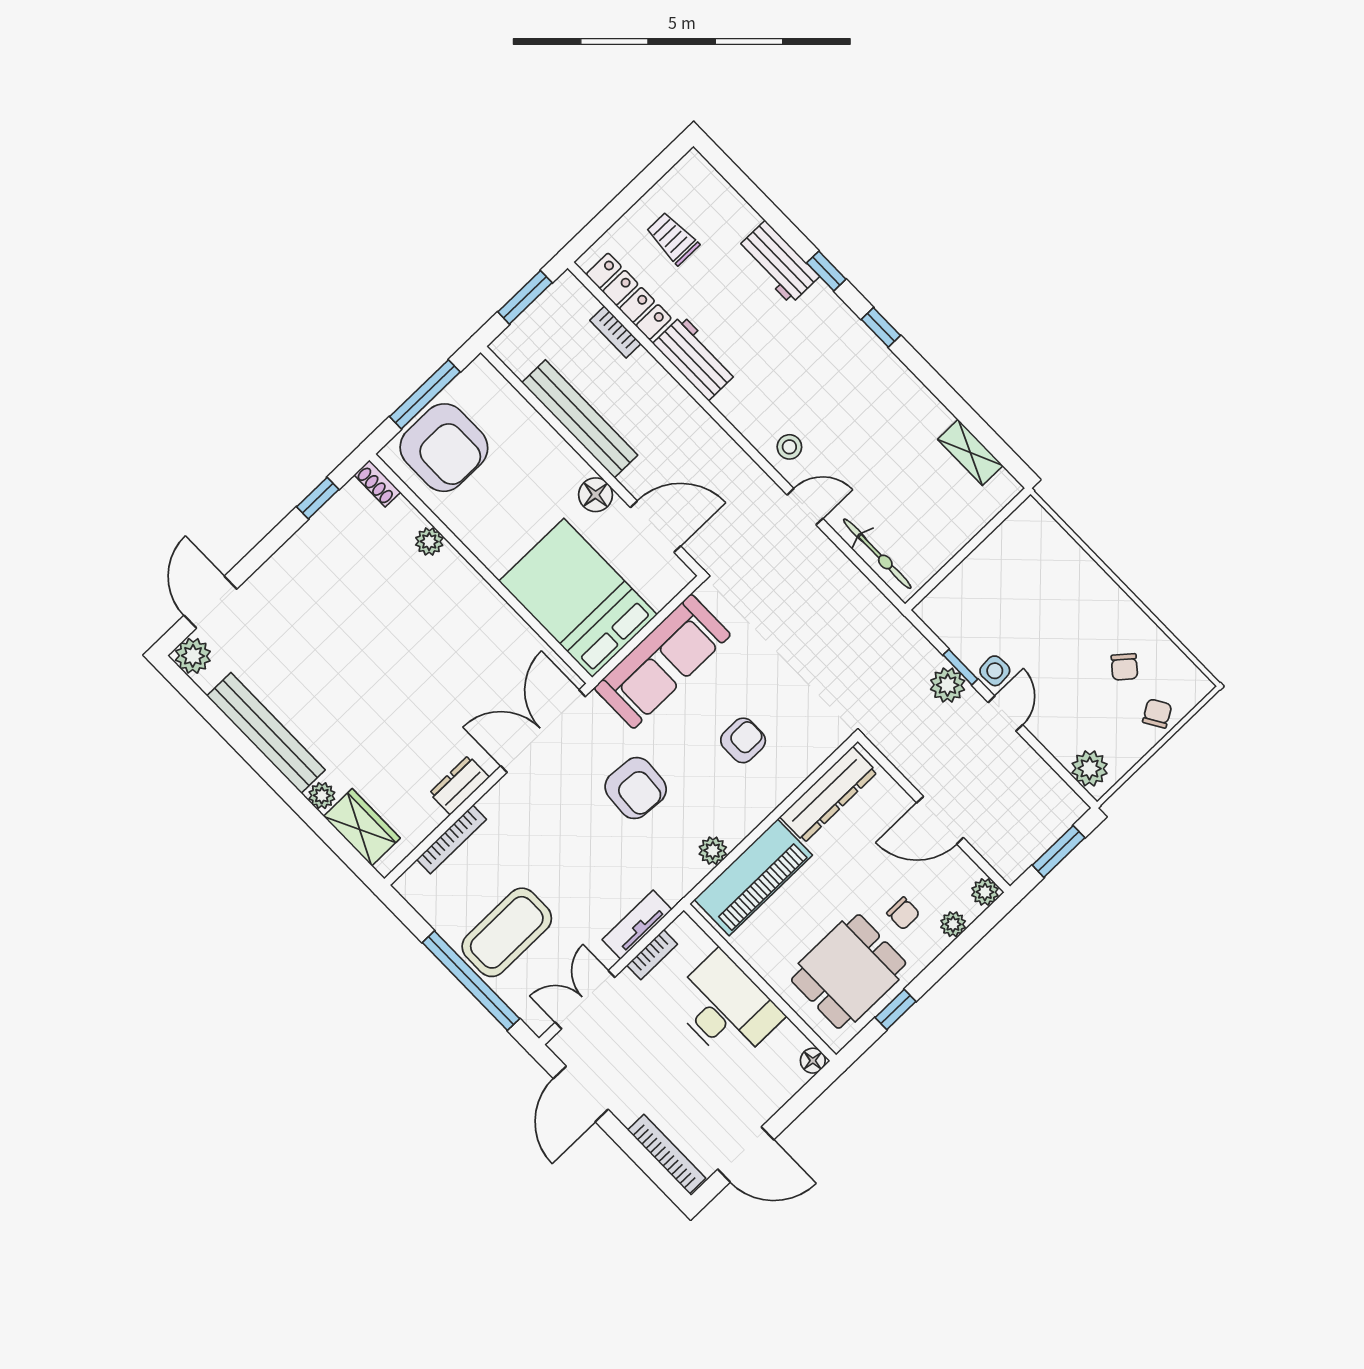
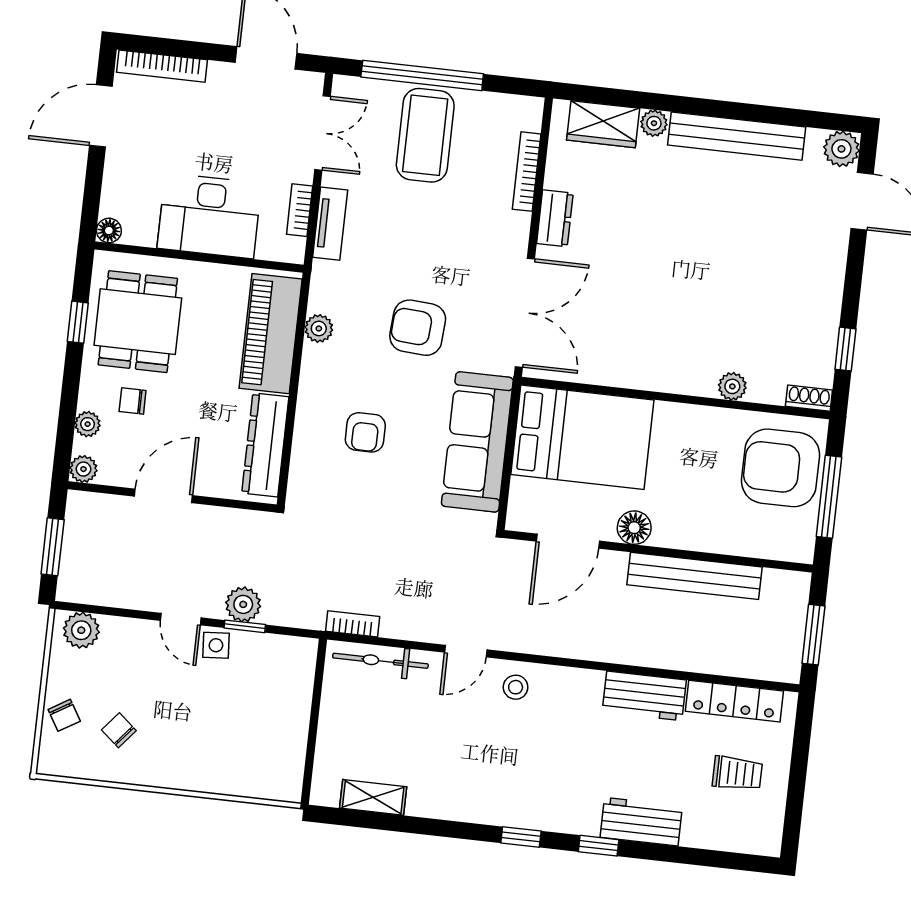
bookcase: (615, 332) -> (353, 624), moved

